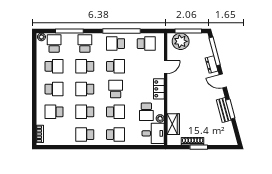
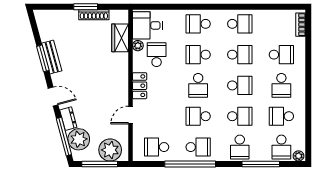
plant: (204, 49) -> (79, 139), added
school desk: (54, 89) -> (281, 85), turned -90

